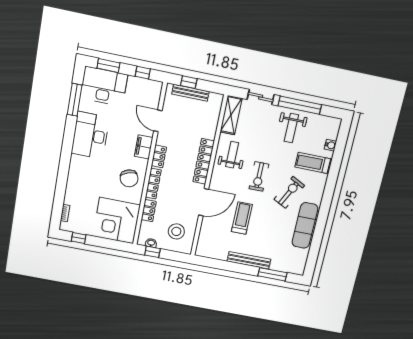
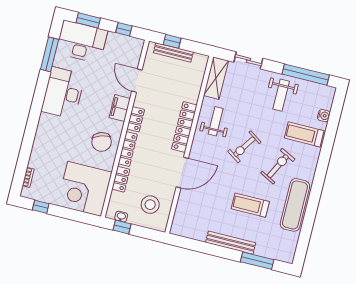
window: (300, 105) -> (306, 75), moved
exercise bike: (259, 177) -> (244, 147), turned 34
treadmill: (242, 218) -> (250, 205), moved, turned -90

